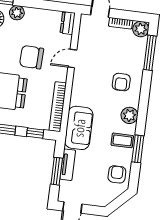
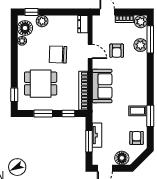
door: (72, 58) -> (90, 51), swing flipped
armchair: (121, 82) -> (117, 51), moved
plant: (129, 115) -> (140, 45), moved
sofa: (79, 128) -> (102, 86), moved
floor lamp: (95, 197) -> (122, 158), added

